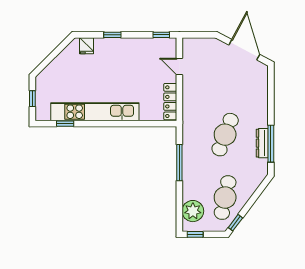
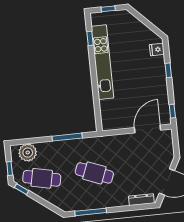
door: (179, 66) -> (148, 129), width x1.88
locker: (170, 102) -> (117, 124), removed
dresser: (262, 143) -> (141, 200), moved
window: (195, 234) -> (10, 169), moved

